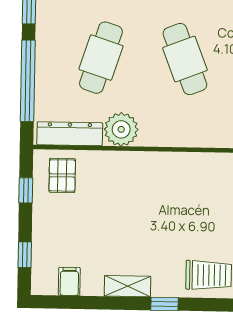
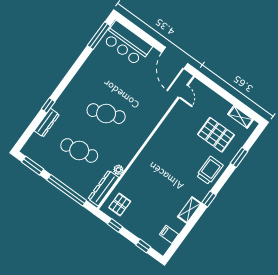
cafe table: (101, 58) -> (79, 150), turned -30
plant: (121, 129) -> (118, 170), width x0.53, depth x0.53
pallet: (62, 175) -> (120, 204), turned 90

